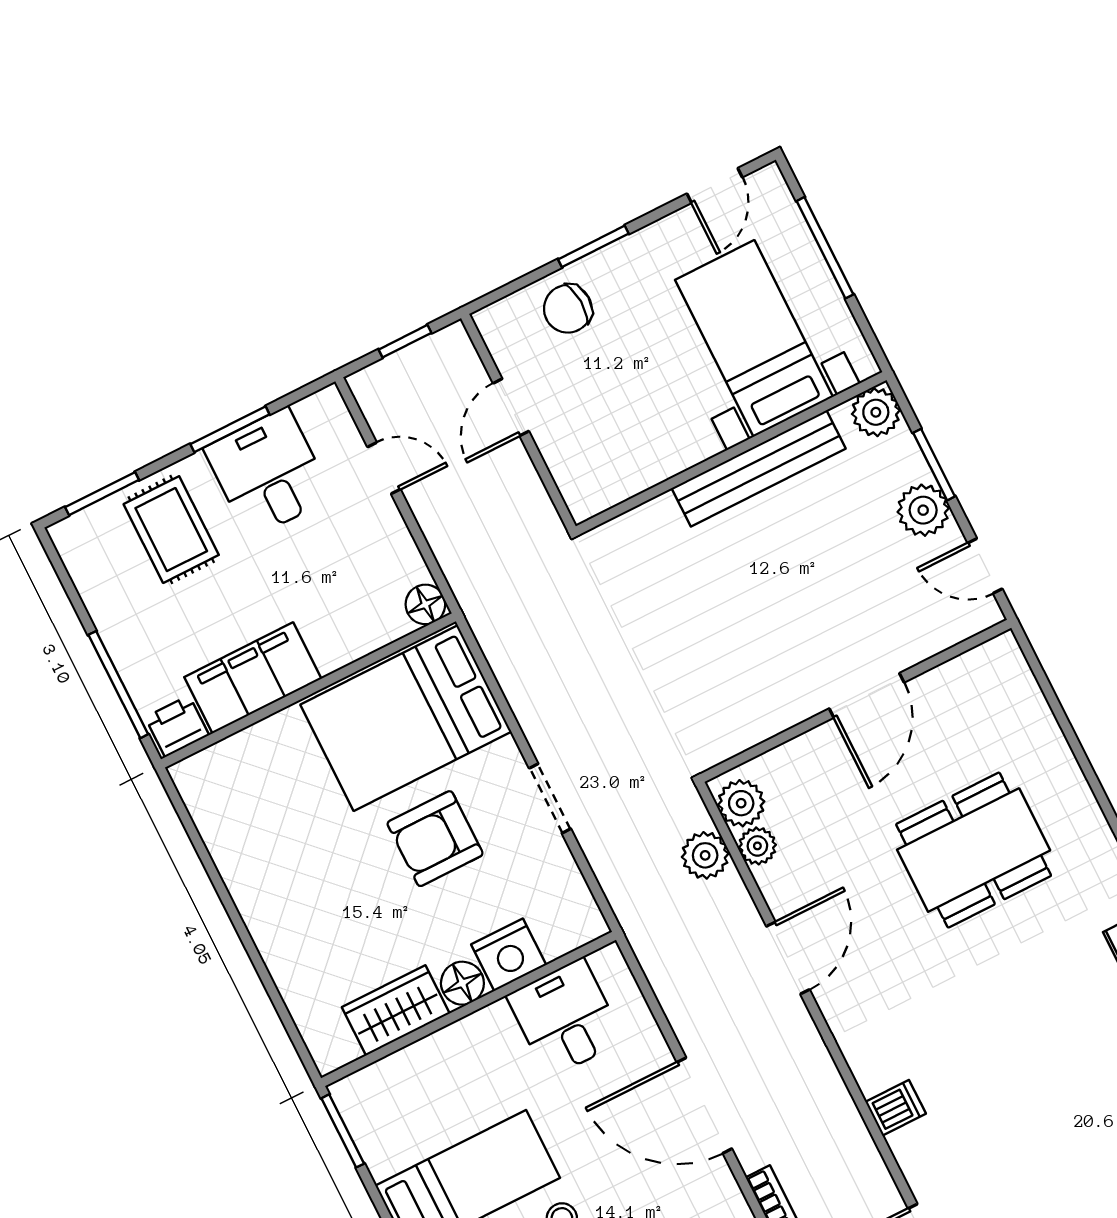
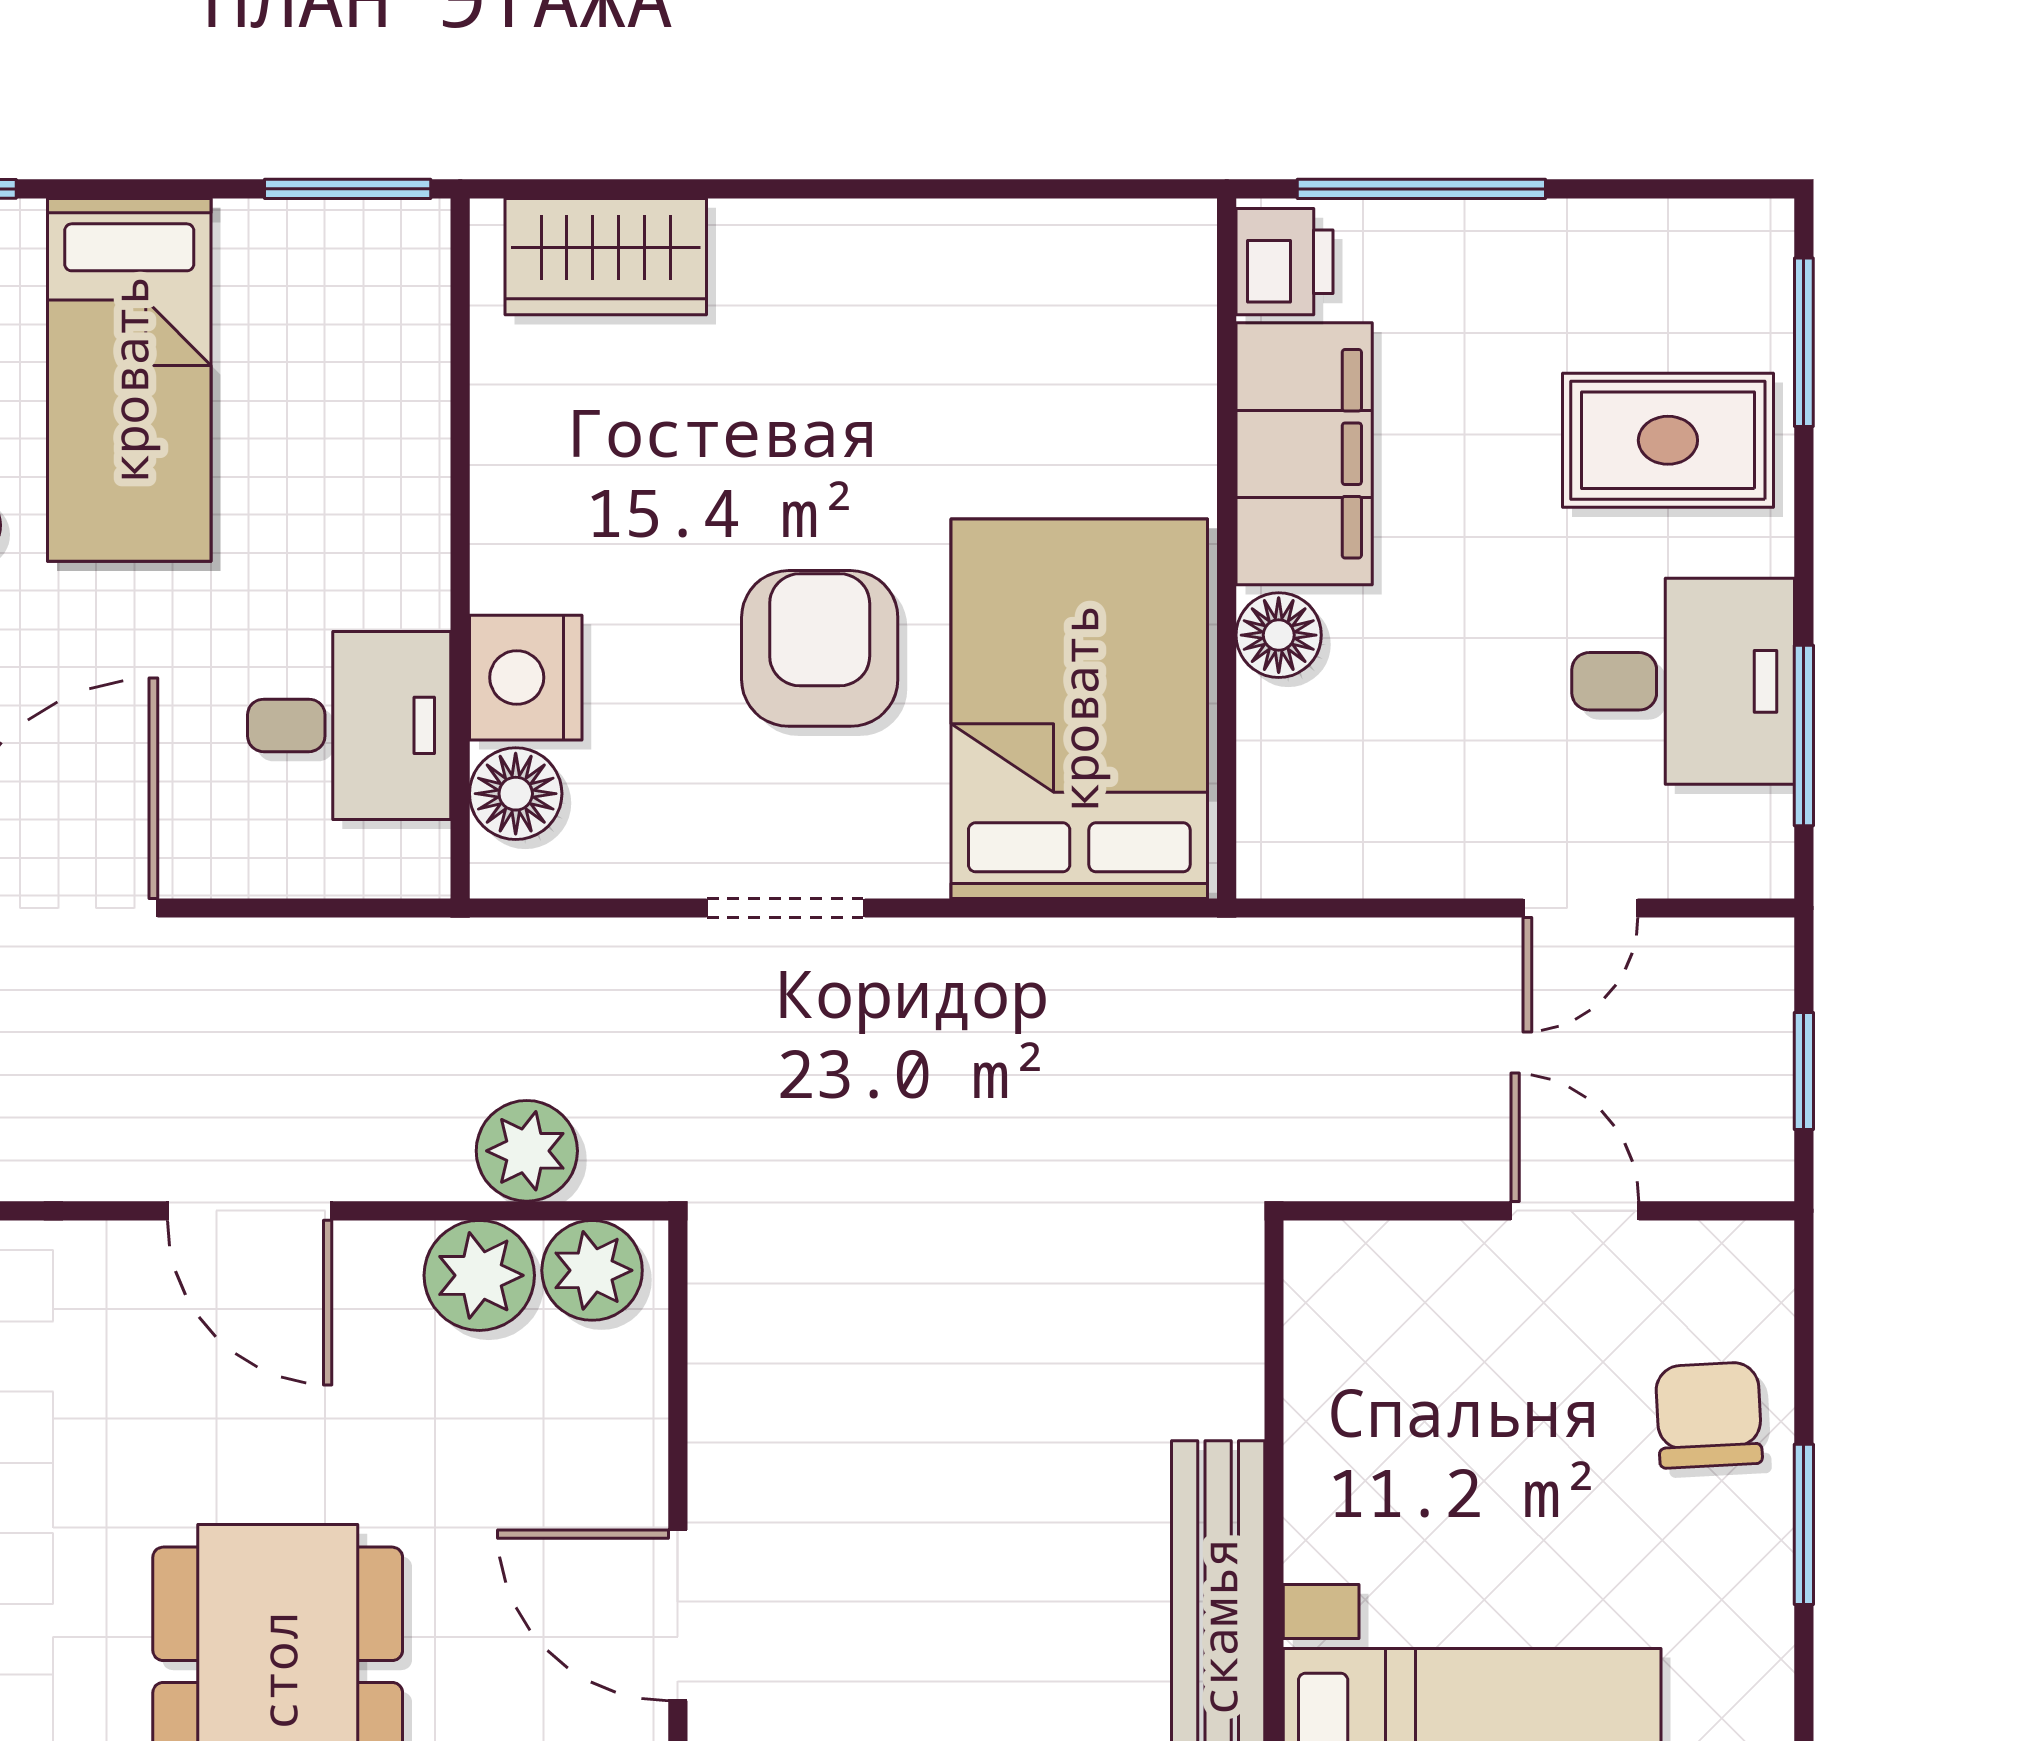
window: (230, 429) -> (1804, 735), moved
floor lamp: (425, 604) -> (1279, 635), moved
plant: (757, 846) -> (479, 1275), width x1.38, depth x1.38
floor lamp: (462, 983) -> (516, 794), moved
wardrobe: (396, 1010) -> (606, 257), moved, turned 90

